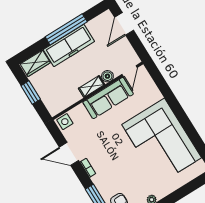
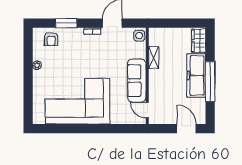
boiler: (107, 76) -> (154, 91), removed
shelving: (92, 86) -> (154, 58), moved
window: (31, 93) -> (178, 23), removed

